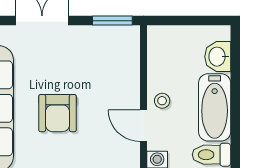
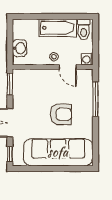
washbasin: (218, 57) -> (20, 48), moved, turned -90
door: (143, 126) -> (68, 67), hinge flipped

